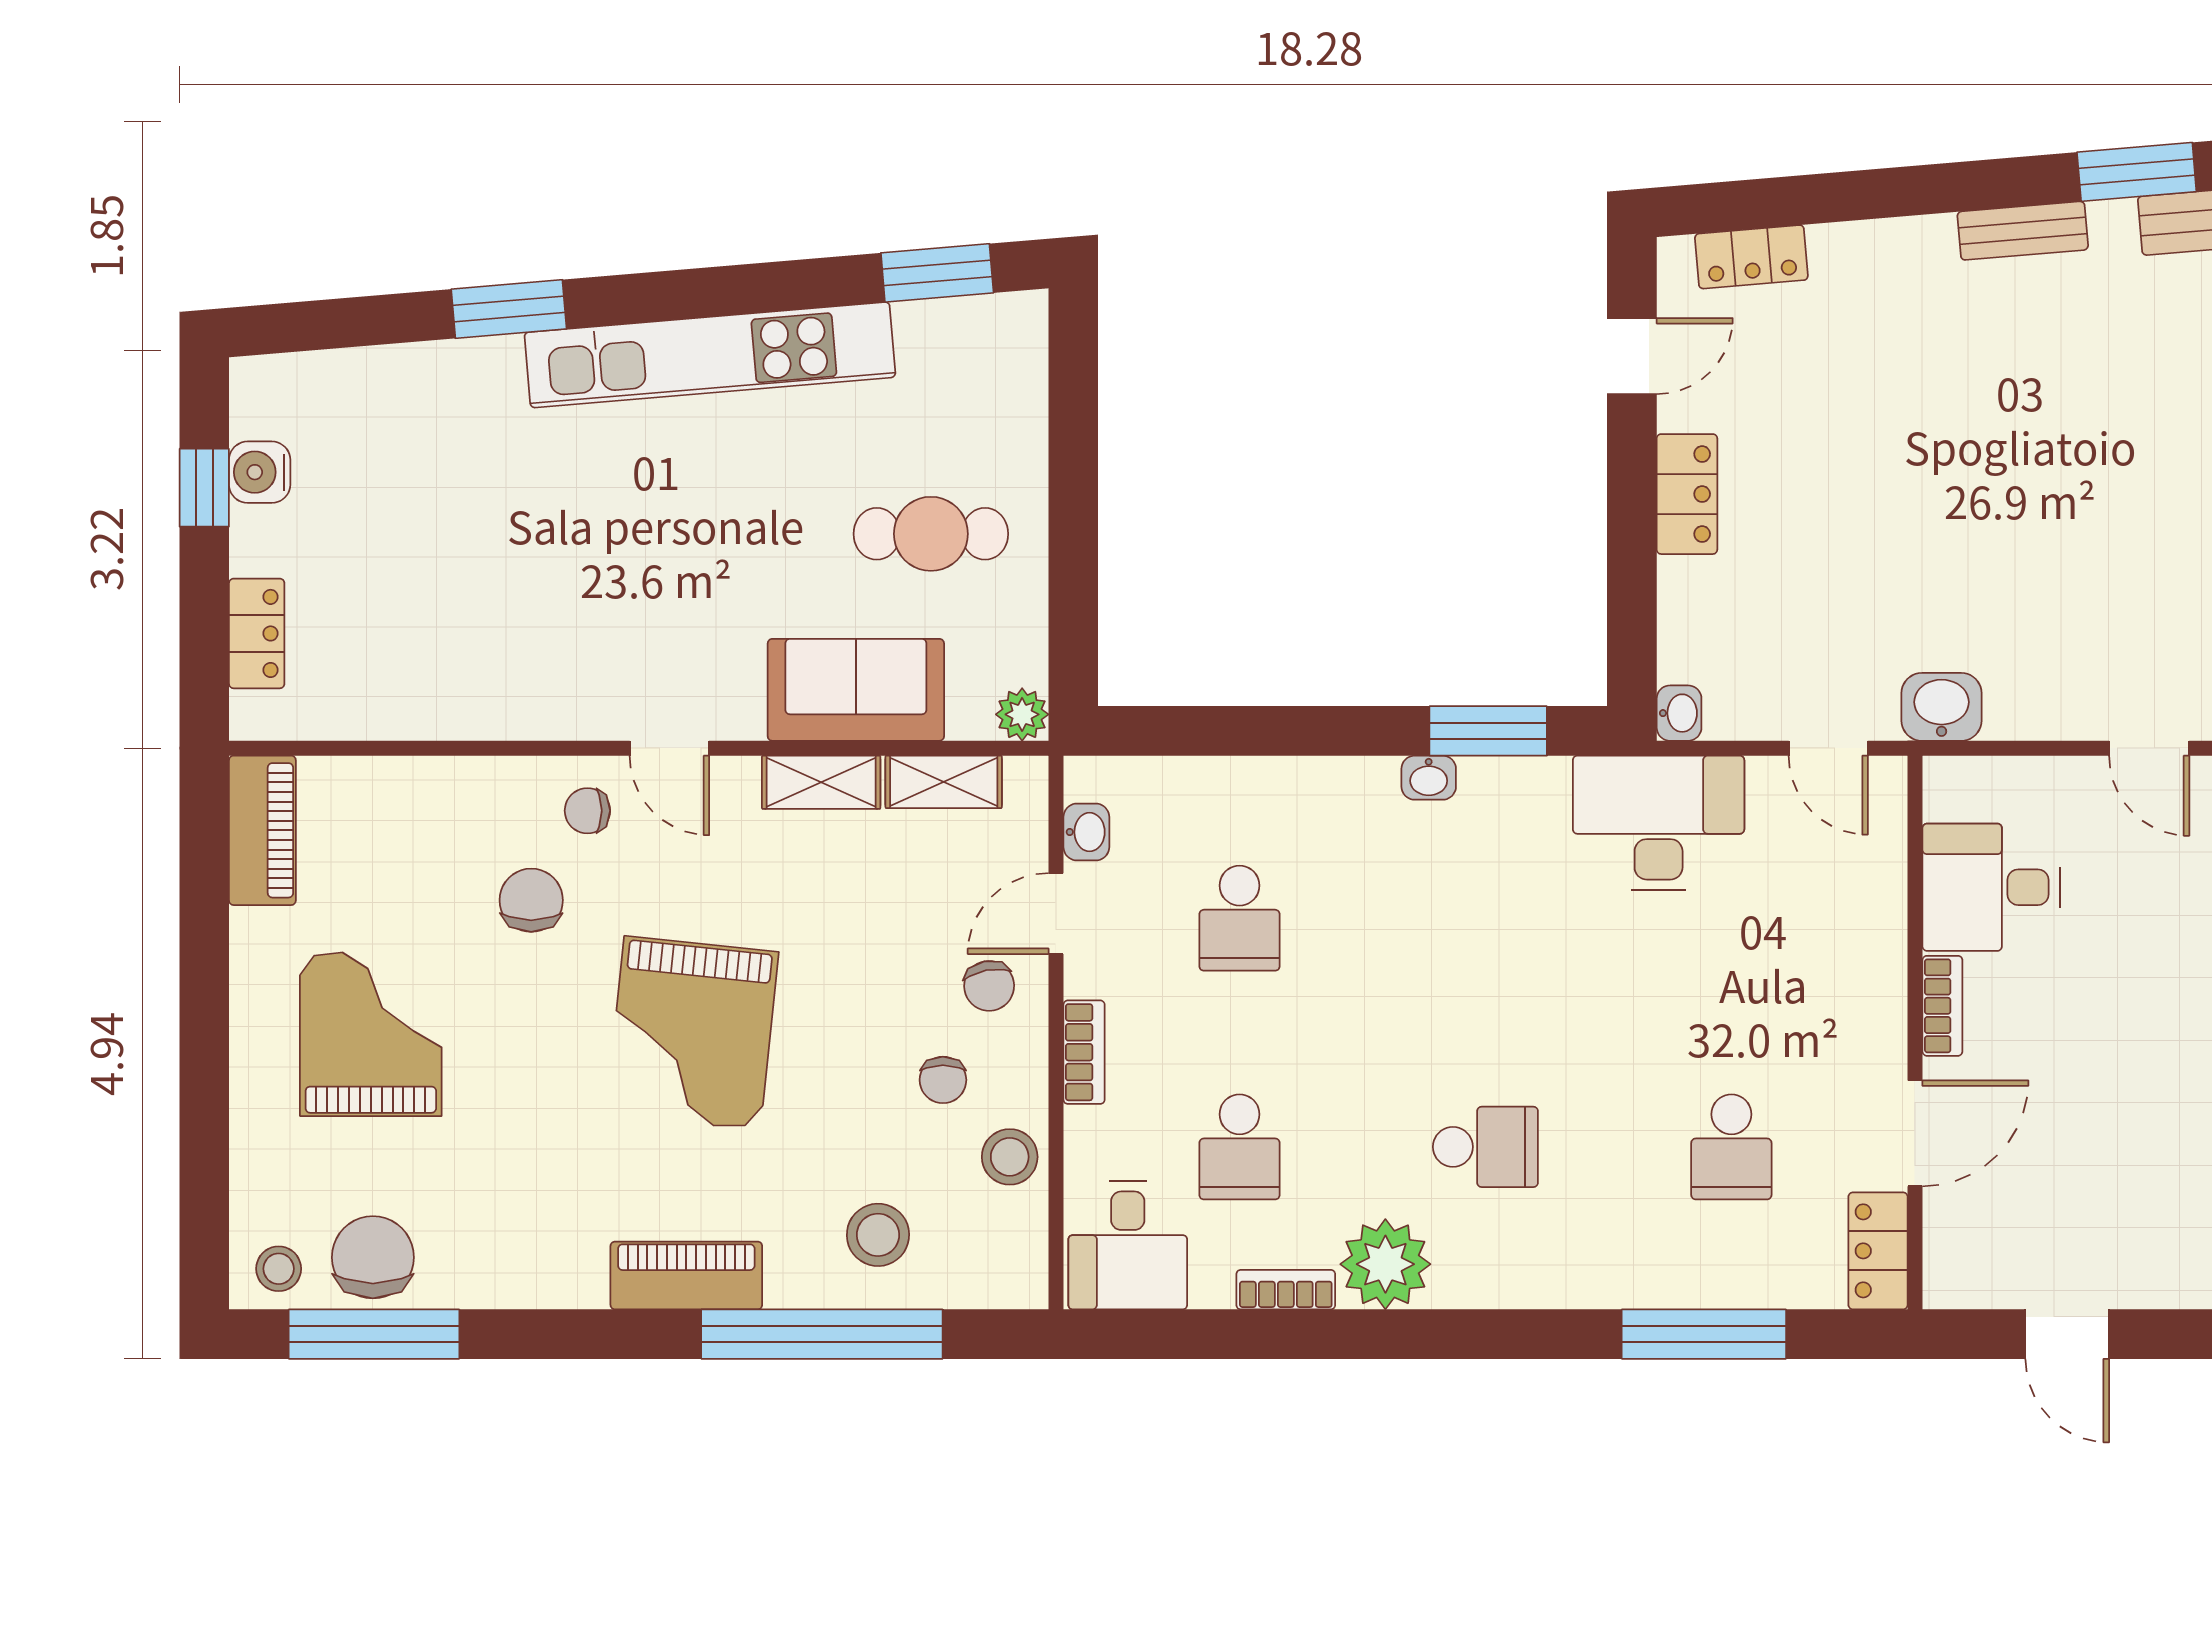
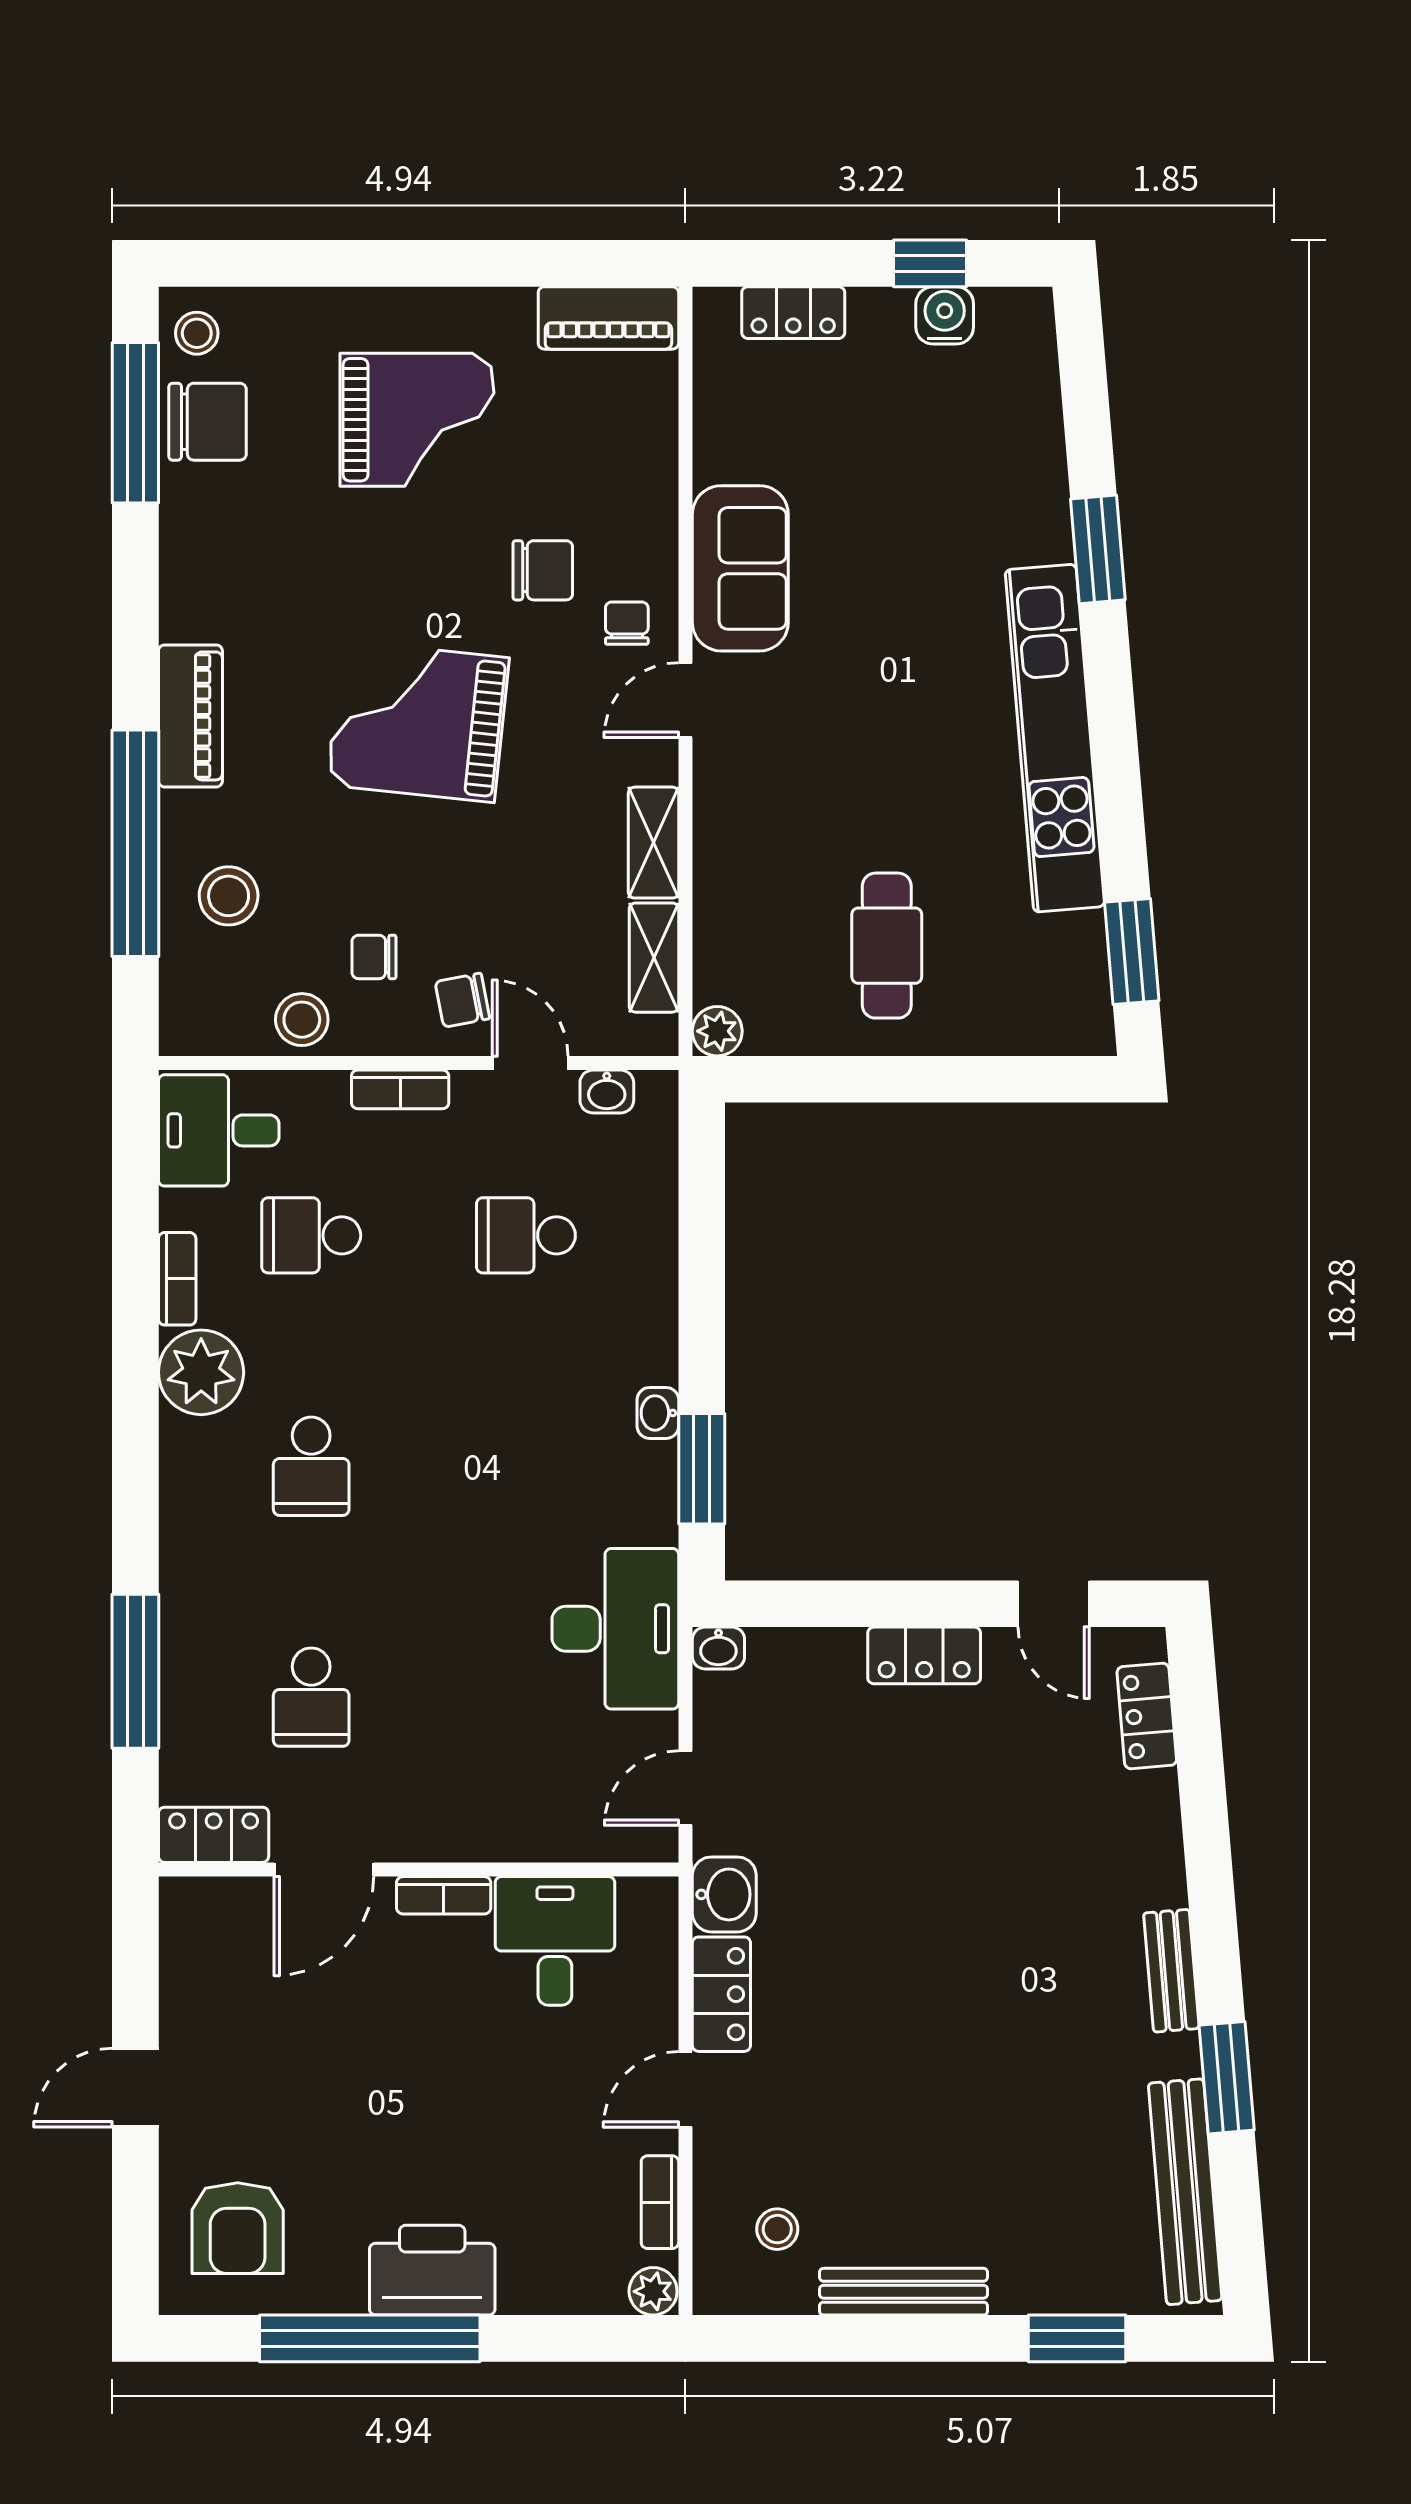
sofa: (856, 690) -> (740, 568), moved
locker: (2048, 710) -> (721, 1994), added
door: (1915, 1133) -> (324, 1870), hinge flipped
school desk: (1731, 1147) -> (311, 1697), turned -90
door: (2067, 1334) -> (135, 2088), moved

